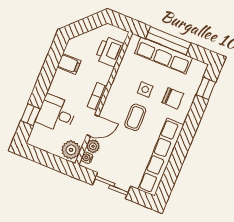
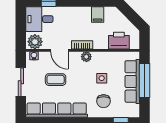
desk: (56, 114) -> (39, 19), moved, turned -90
coffee table: (135, 117) -> (56, 80), moved
plant: (93, 146) -> (86, 57), moved

